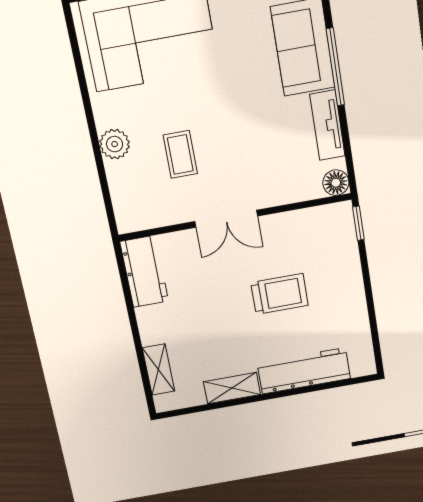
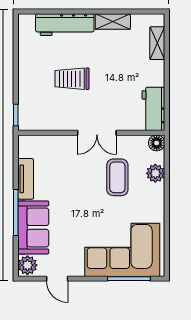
plant: (115, 144) -> (155, 173), moved
coffee table: (180, 154) -> (117, 177), width x1.36, depth x1.30
floor lamp: (336, 183) -> (157, 143), moved
double door: (226, 219) -> (97, 133), swing flipped

